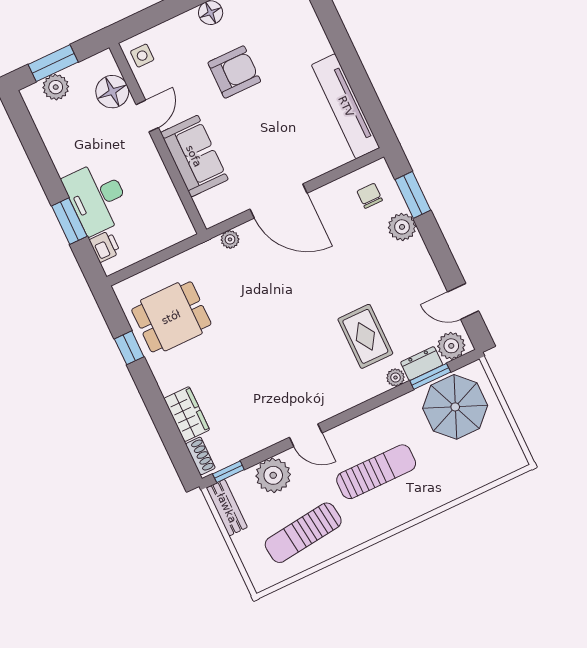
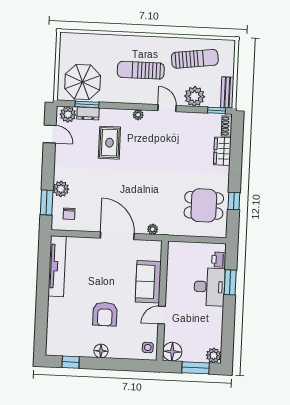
armchair: (234, 72) -> (105, 314), turned -90
plant: (56, 87) -> (214, 355), moved
floor lamp: (112, 92) -> (172, 352), moved
plant: (396, 378) -> (138, 115), moved

